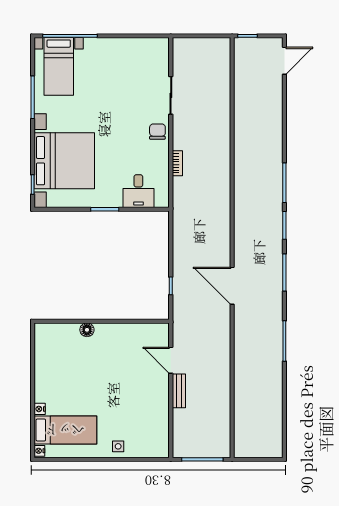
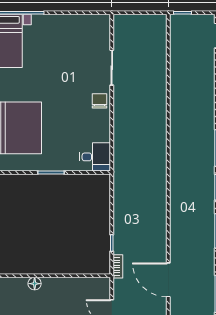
bookcase: (177, 163) -> (118, 266), moved
desk: (138, 191) -> (95, 157), moved, turned -90
door: (232, 286) -> (168, 280), moved

